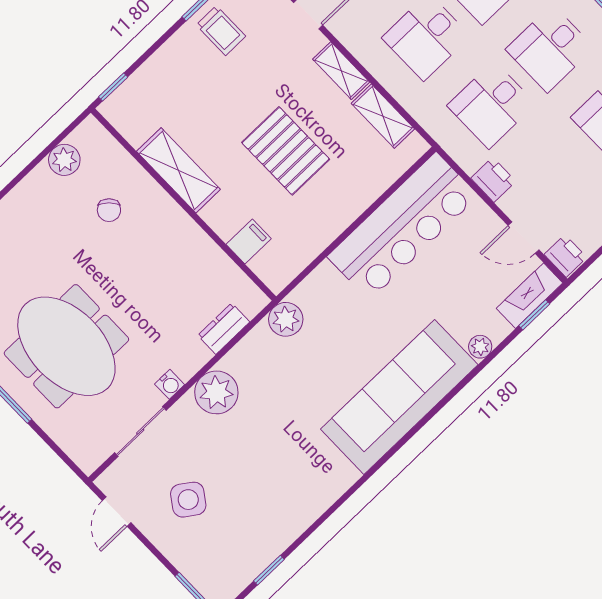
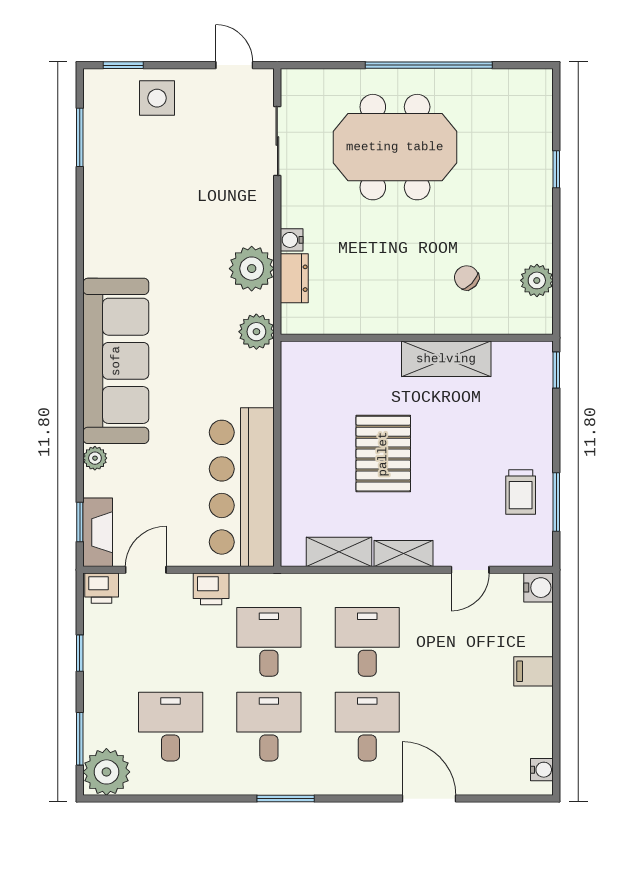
trolley: (221, 31) -> (521, 492), turned -90
pallet: (286, 151) -> (383, 454), turned 90
filing cabinet: (249, 241) -> (342, 360), removed
water cooler: (170, 384) -> (292, 240), moved
plant: (216, 392) -> (252, 269), moved
side table: (188, 500) -> (157, 98), moved, turned -35
window: (269, 570) -> (80, 137), width x1.50

